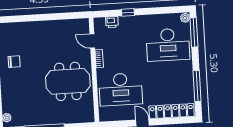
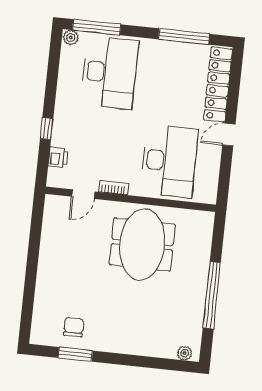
chair: (14, 62) -> (74, 327), moved

